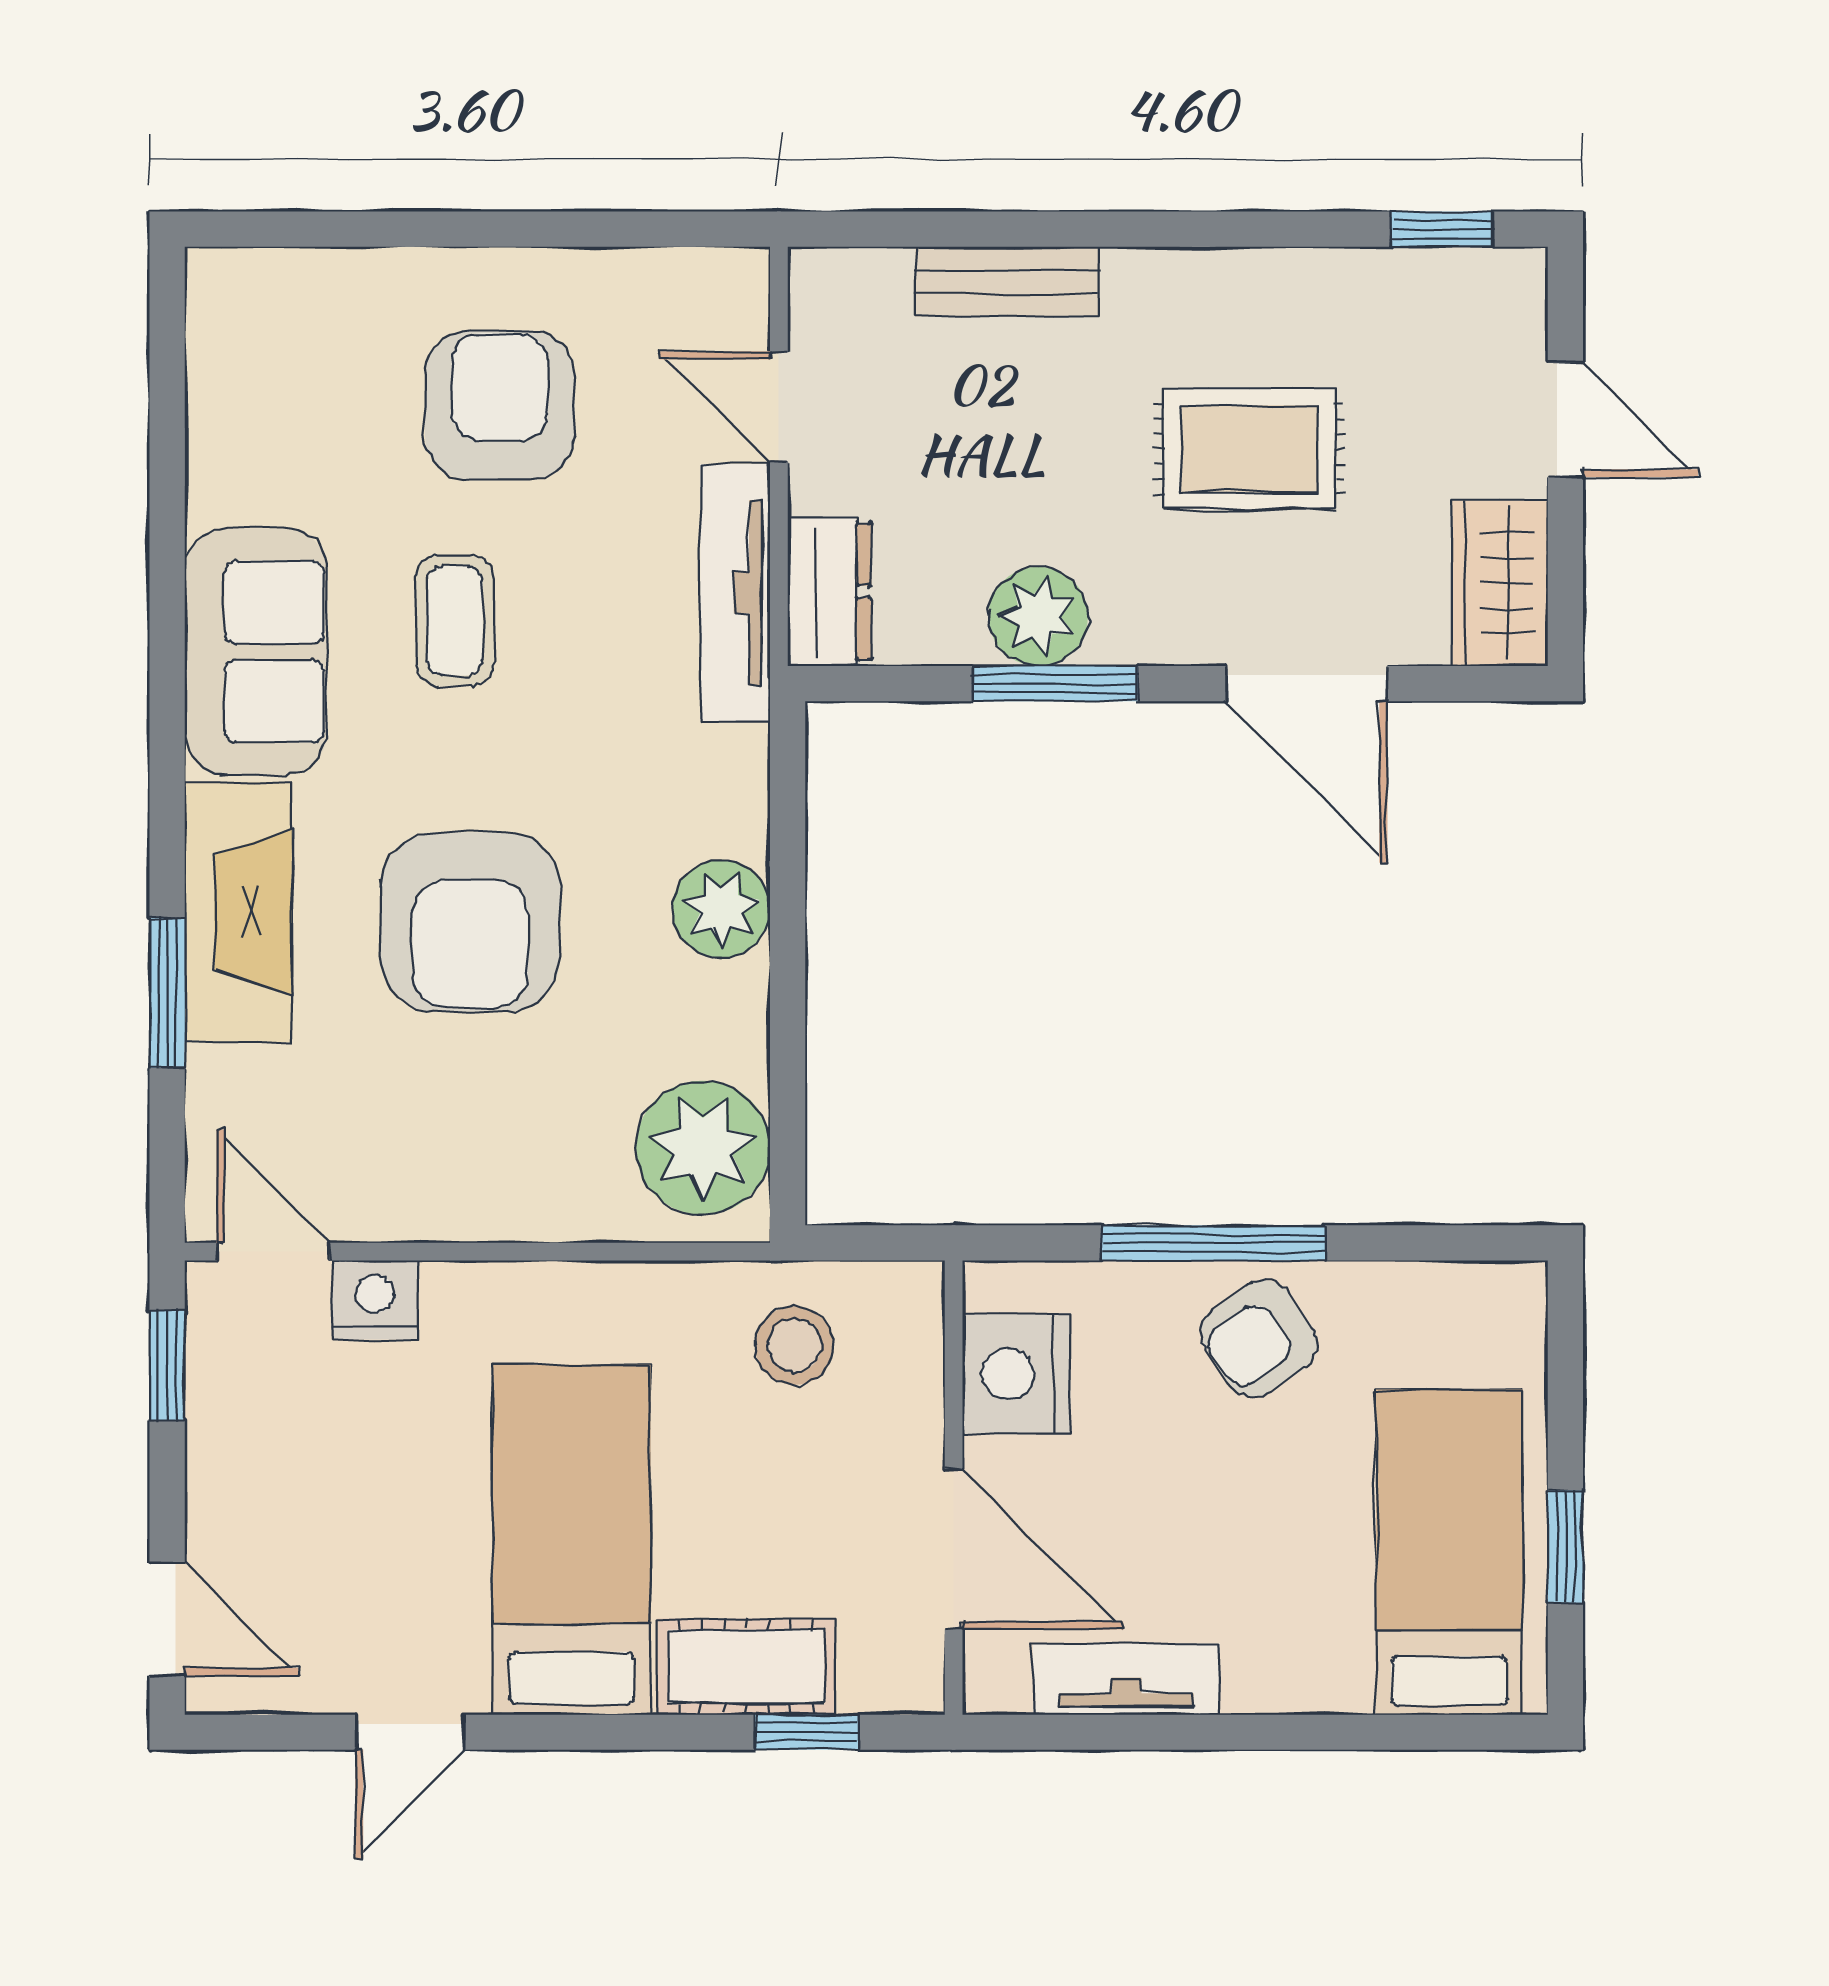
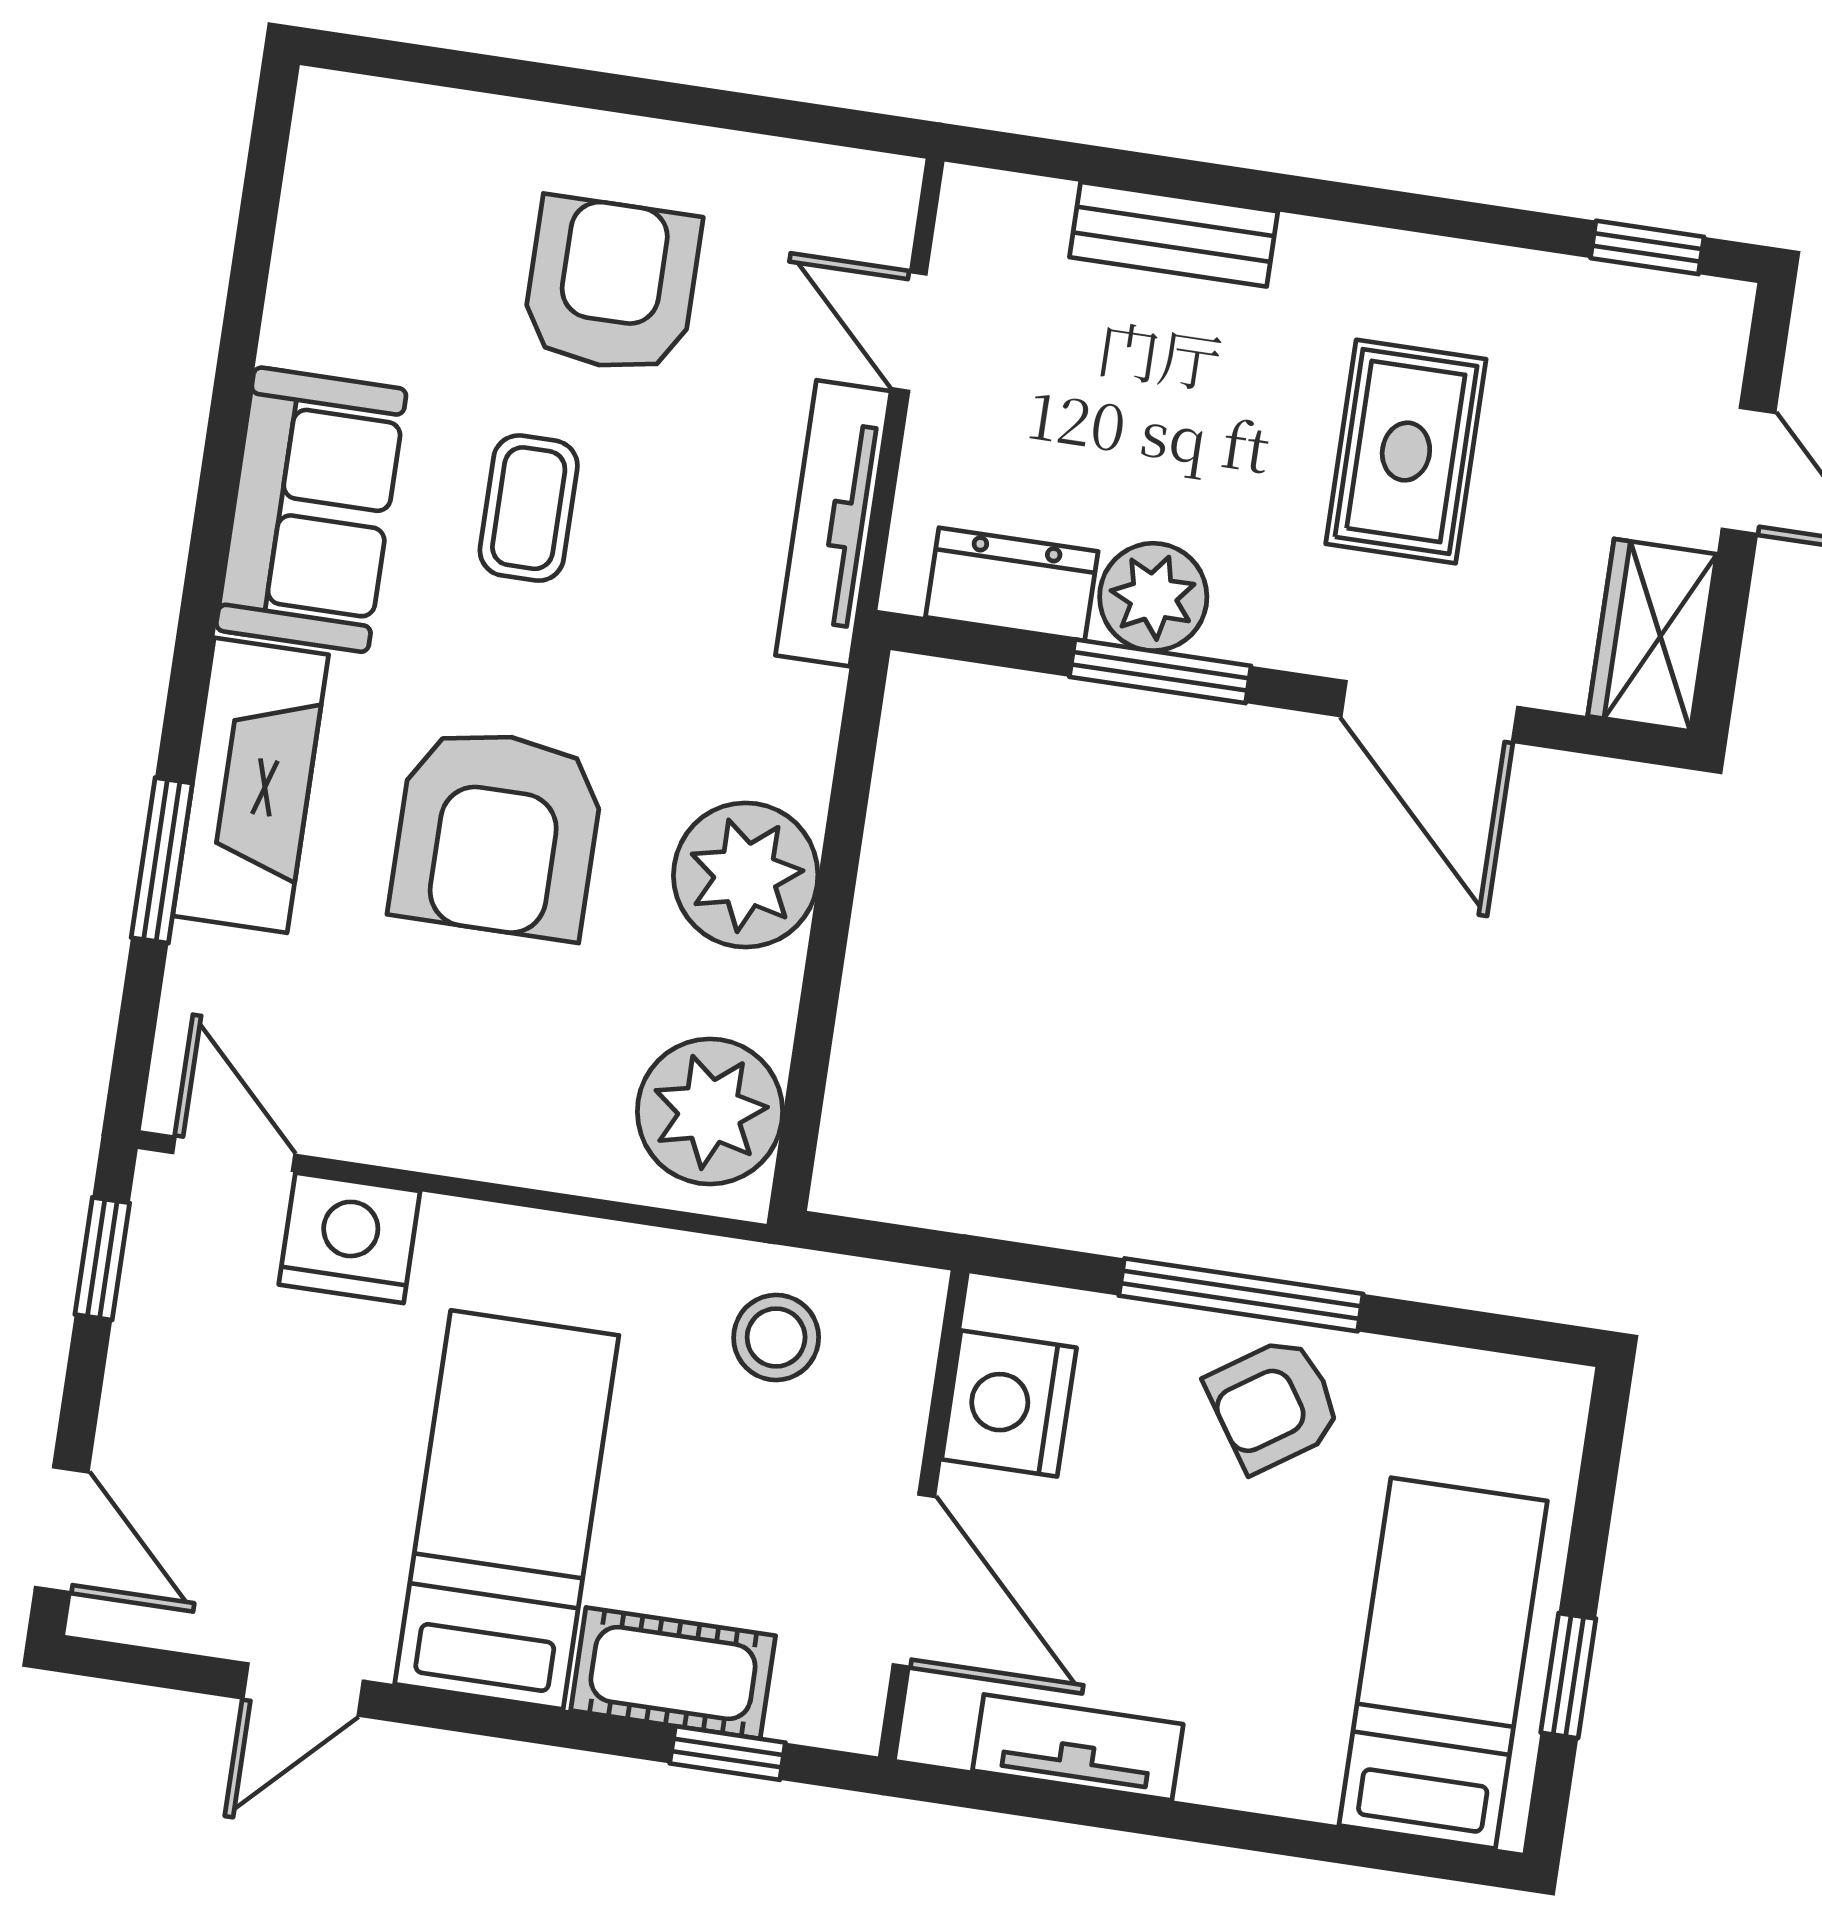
rug: (1249, 449) -> (1406, 452), turned 90
dresser: (830, 592) -> (1012, 584), moved, turned -90
plant: (721, 909) -> (746, 875), width x1.36, depth x1.36
nightstand: (375, 1300) -> (349, 1238), width x1.36, depth x1.33

